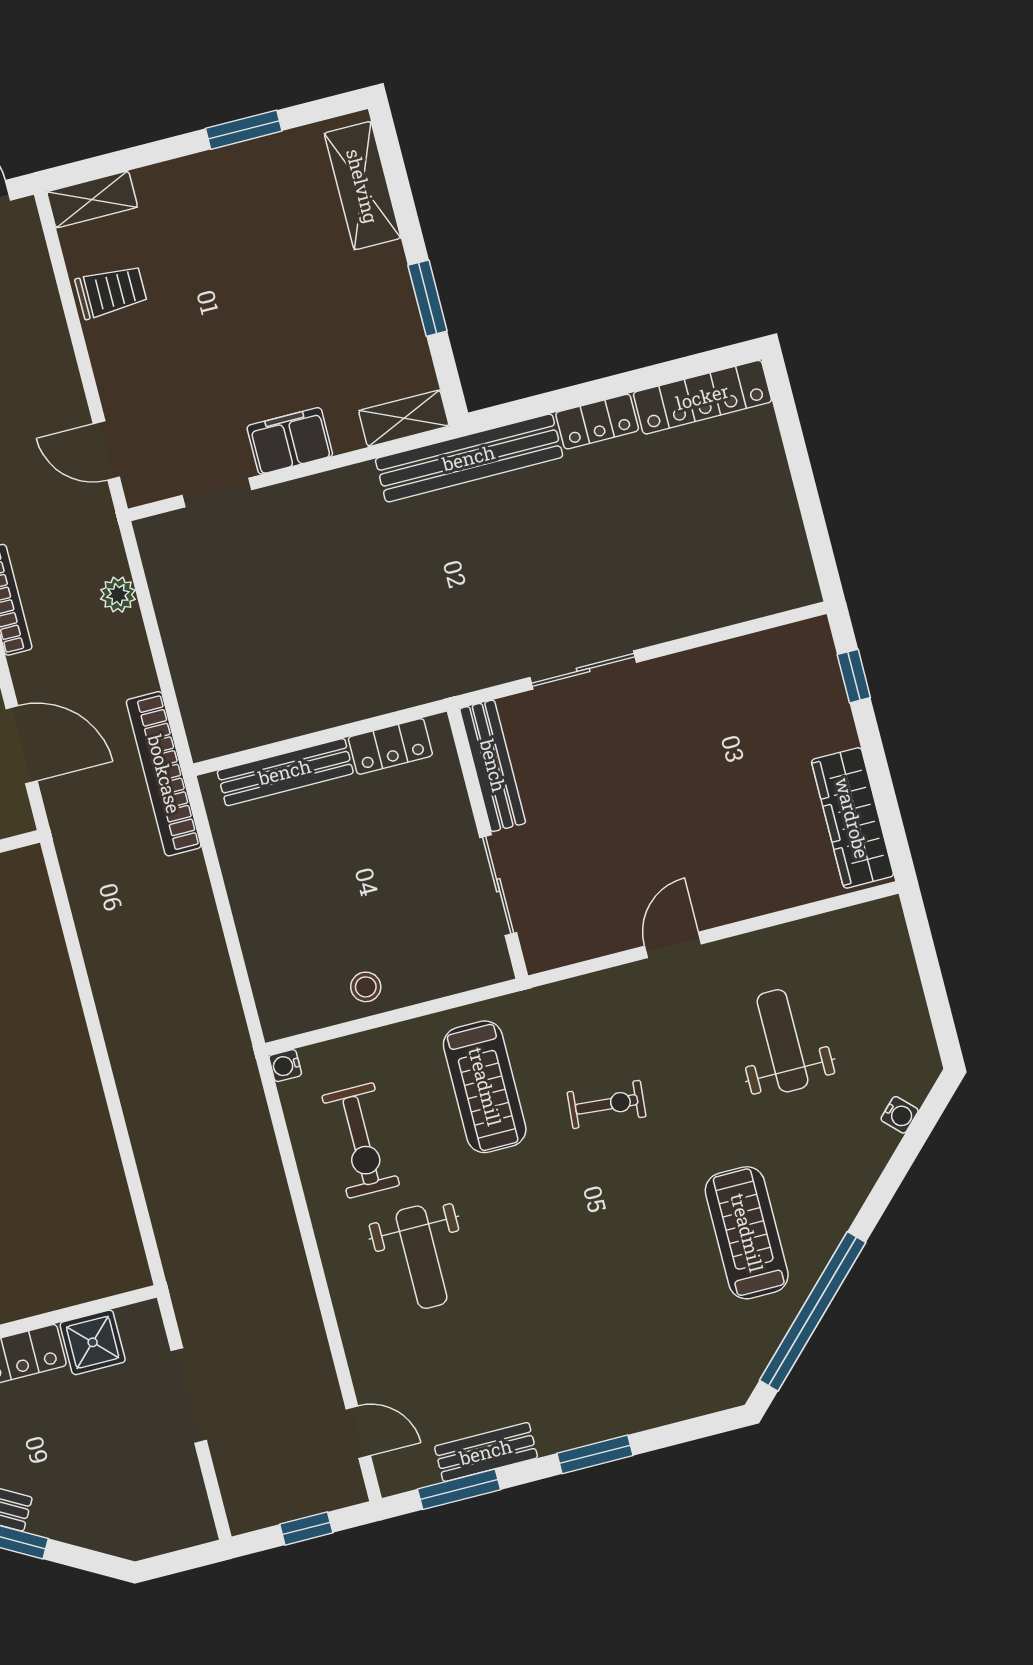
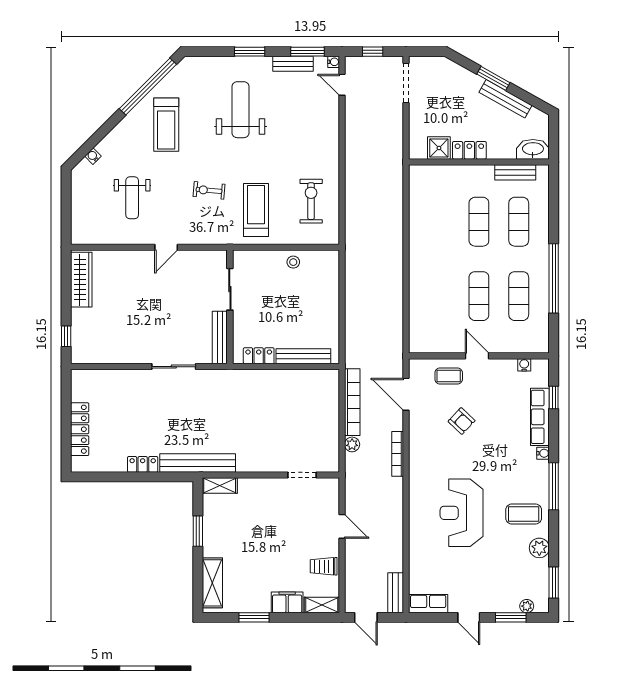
locker: (702, 397) -> (80, 429), moved, turned 90
filing cabinet: (290, 441) -> (287, 602), moved, turned 180
door: (106, 451) -> (342, 526), moved
bookcase: (164, 774) -> (352, 402), moved
water cooler: (285, 1066) -> (334, 62), moved
weight bench: (422, 1257) -> (241, 110), moved, width x1.36, depth x1.33
doorway: (189, 1396) -> (406, 83), moved

